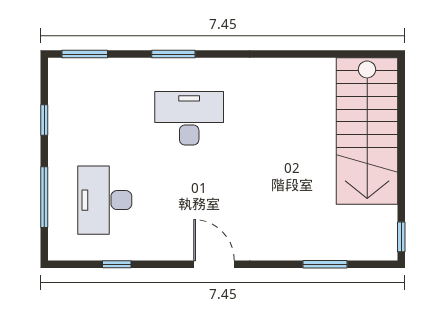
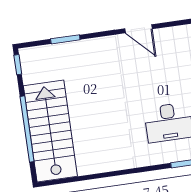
window: (401, 139) -> (27, 129), added

